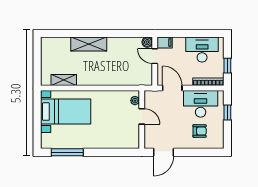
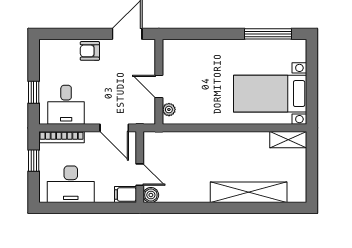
shelving: (89, 44) -> (249, 192), width x1.47
shelving: (64, 80) -> (288, 140), moved
desk: (201, 104) -> (66, 105), width x0.73
armchair: (200, 131) -> (90, 51), moved

